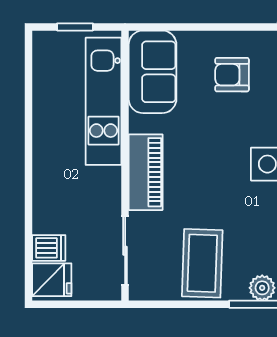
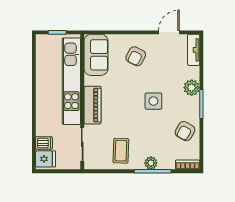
armchair: (232, 75) -> (136, 56), turned -63
kitchen unit: (104, 101) -> (71, 81), width x1.36
coffee table: (202, 263) -> (121, 151), width x0.73, depth x0.77

